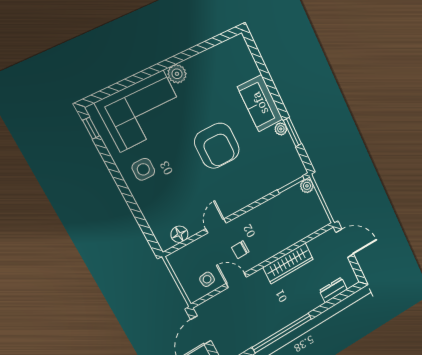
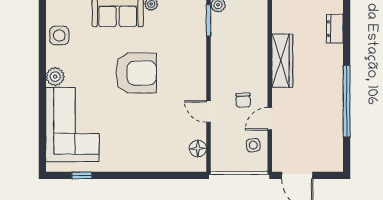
window: (91, 128) -> (82, 175), moved
side table: (143, 169) -> (59, 35), moved

